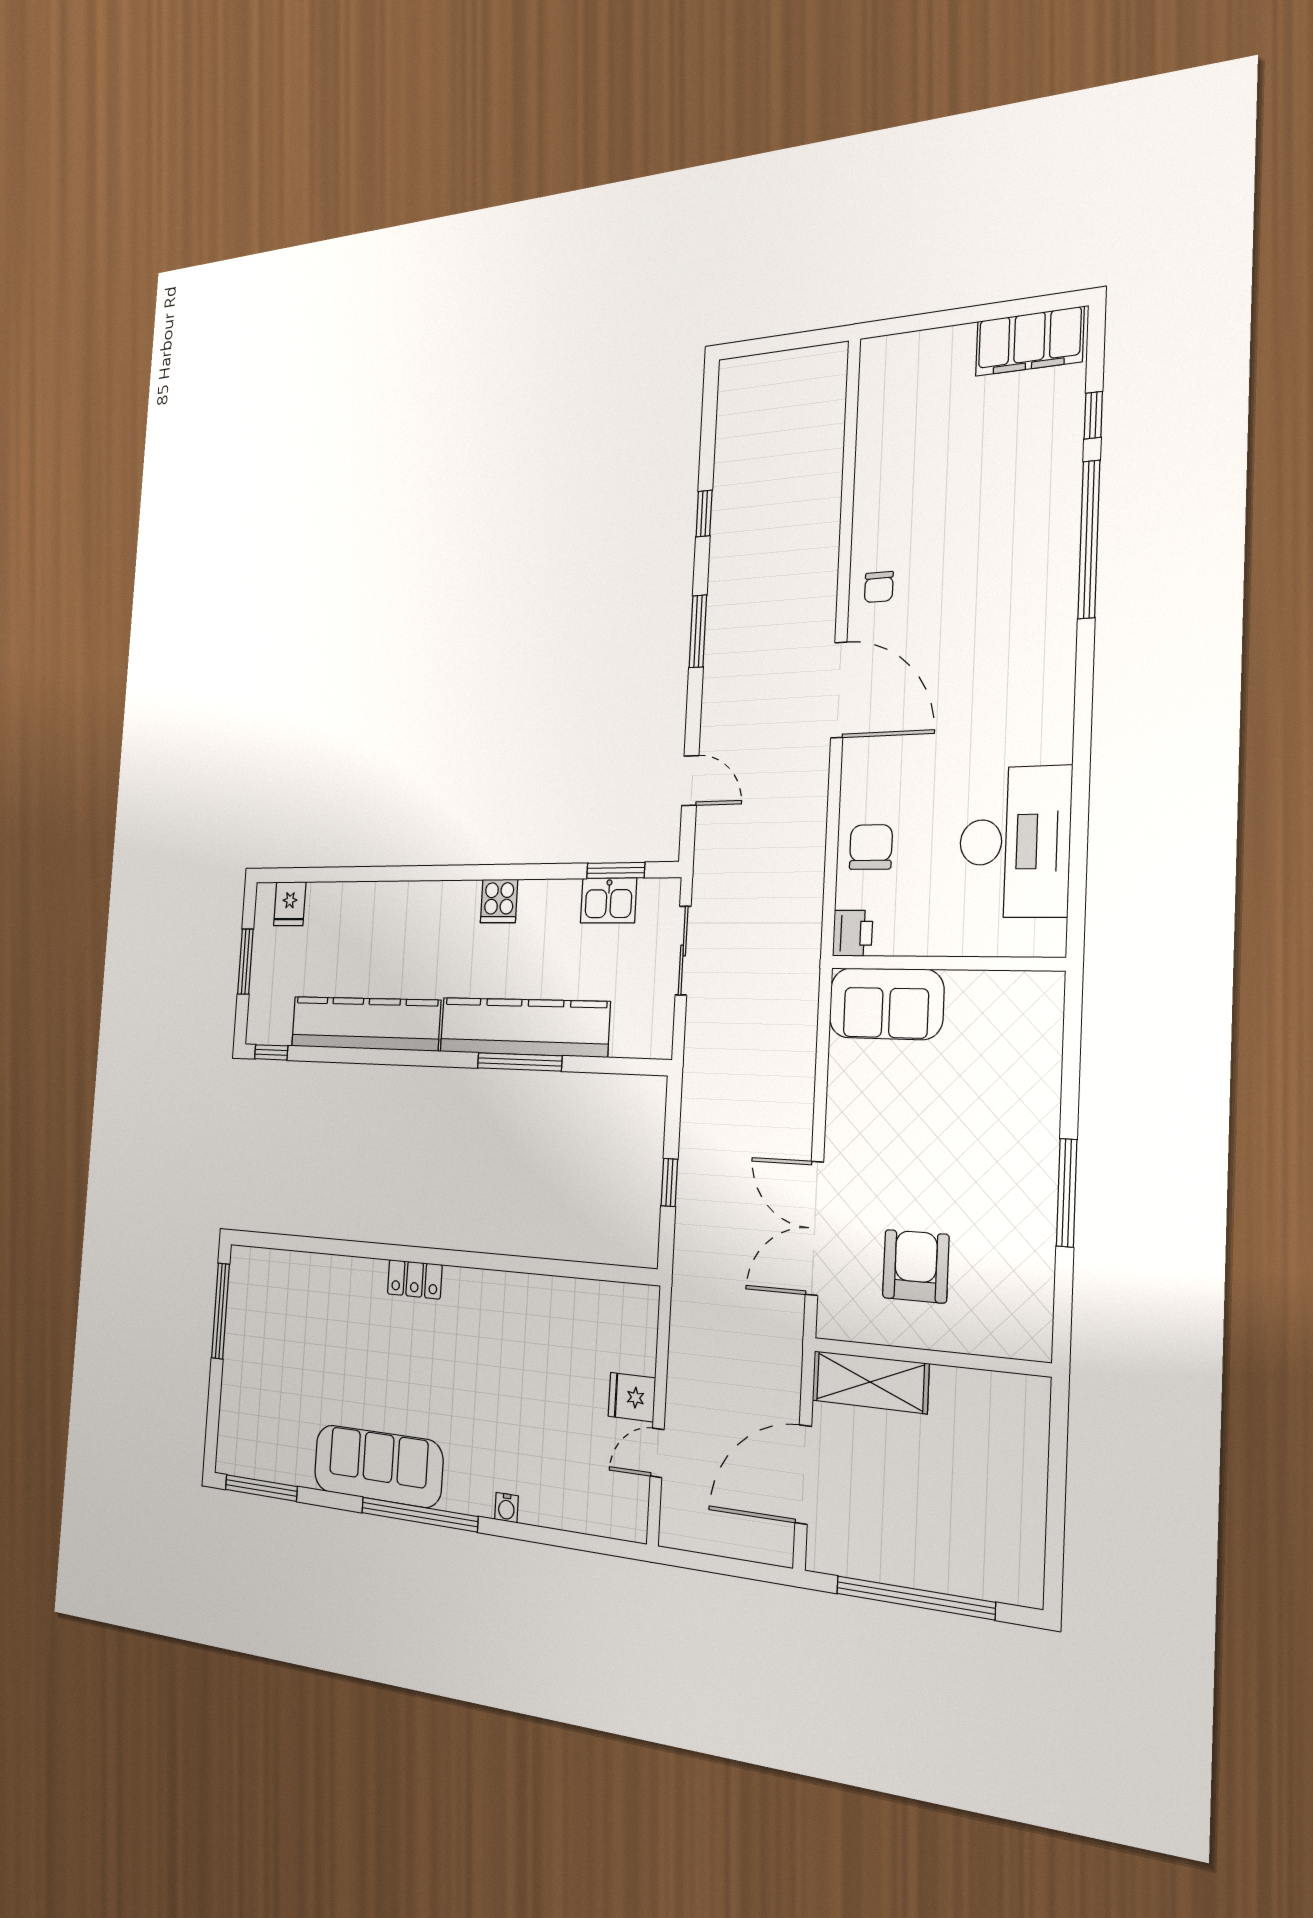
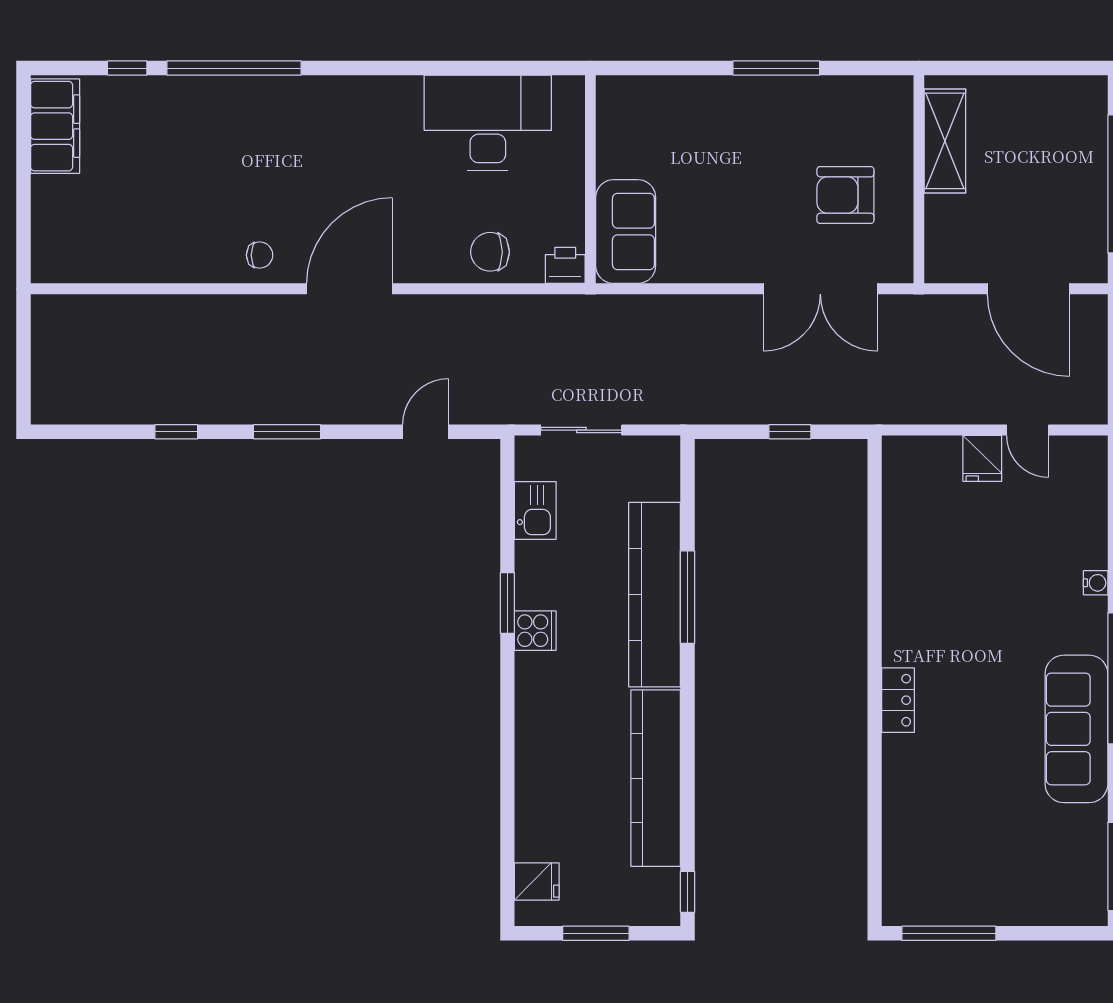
window: (616, 870) -> (507, 603), moved
shelving: (870, 1382) -> (945, 141), moved

